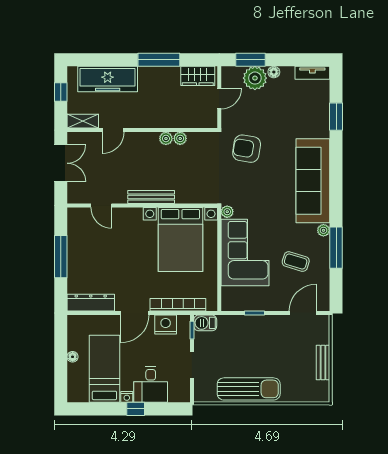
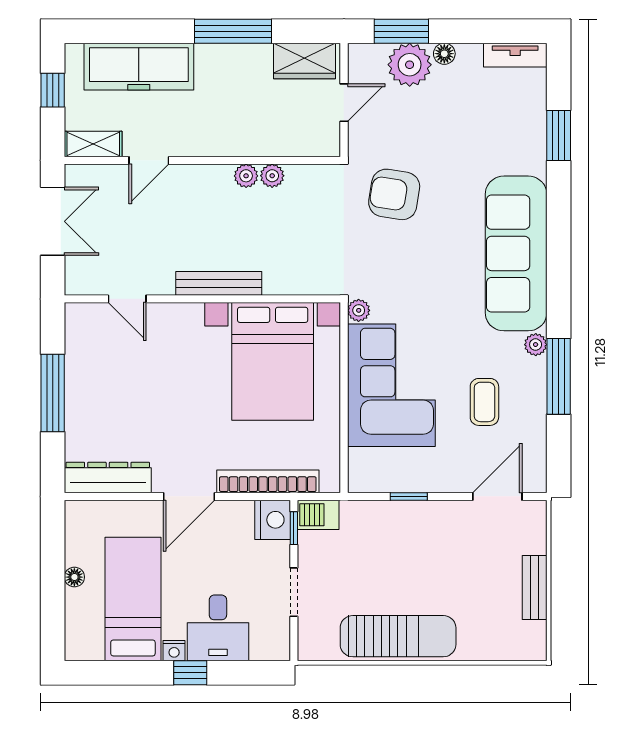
coffee table: (296, 262) -> (484, 402), turned 73
nightstand: (166, 325) -> (273, 520), moved, turned 90

